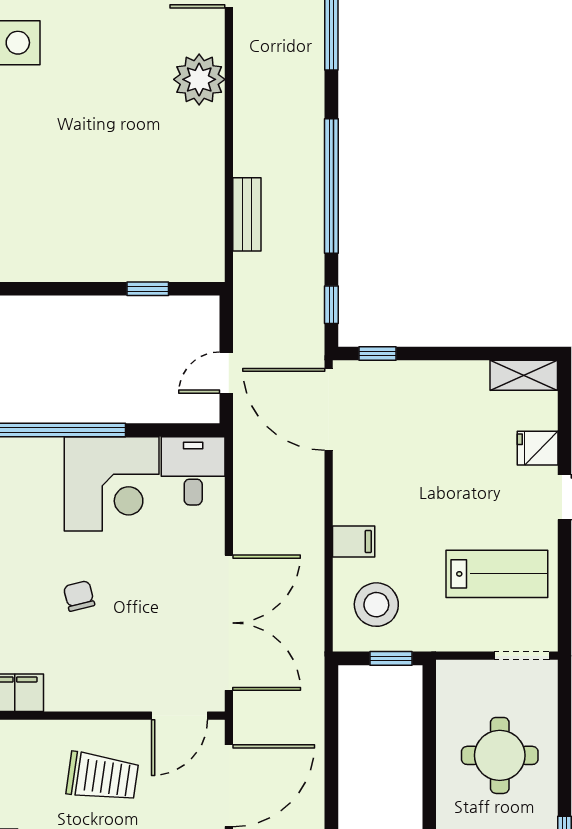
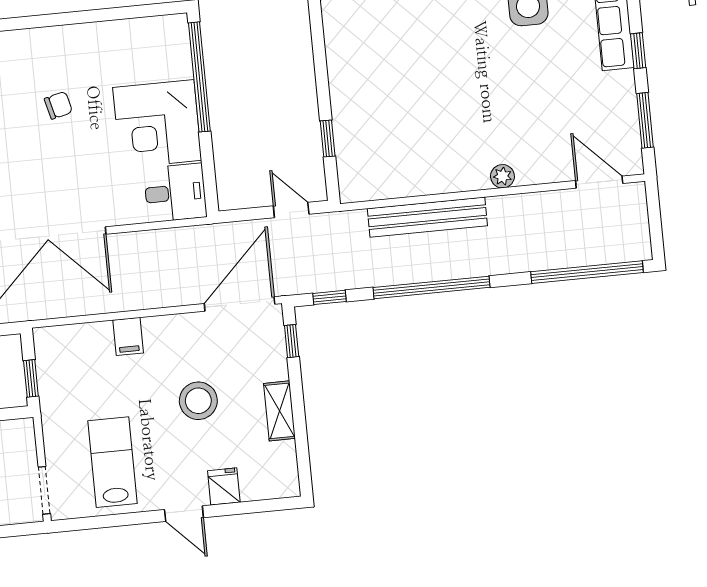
plant: (199, 79) -> (502, 176), width x0.53, depth x0.53
bench: (247, 214) -> (427, 217), width x1.86, depth x1.21
door: (226, 373) -> (291, 210), moved
shelving: (524, 375) -> (280, 411), moved
lab bench: (497, 574) -> (112, 462), turned 180
stool: (376, 605) -> (198, 401), moved

